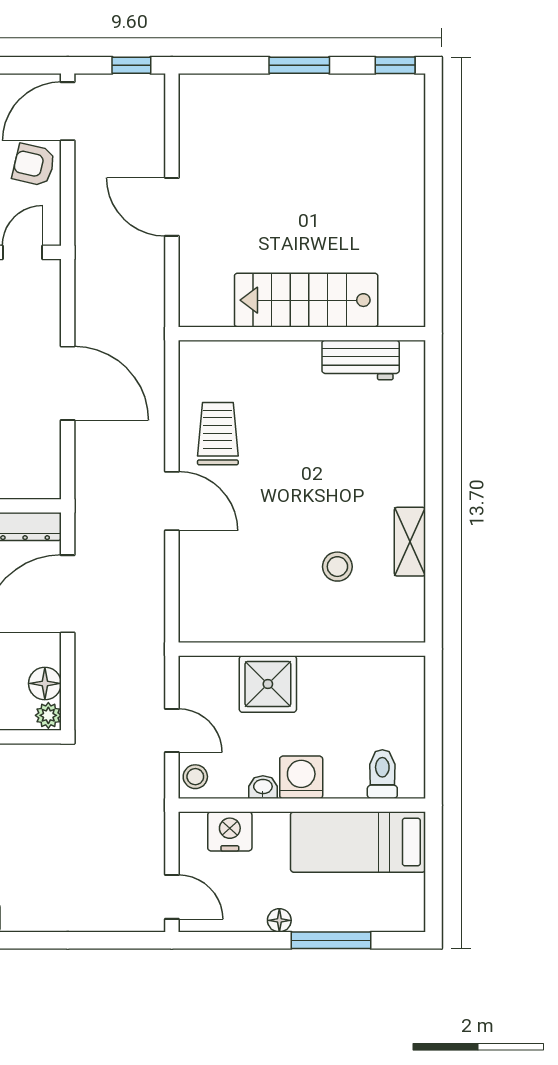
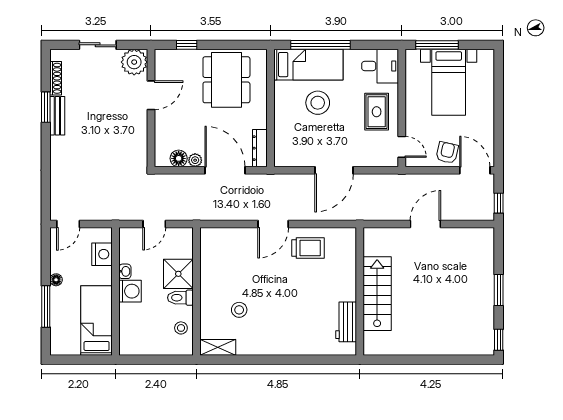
shelving: (410, 542) -> (218, 347), moved
plant: (48, 715) -> (195, 160), moved
toilet: (382, 774) -> (180, 298), moved, turned 180
stool: (195, 777) -> (181, 328), moved

